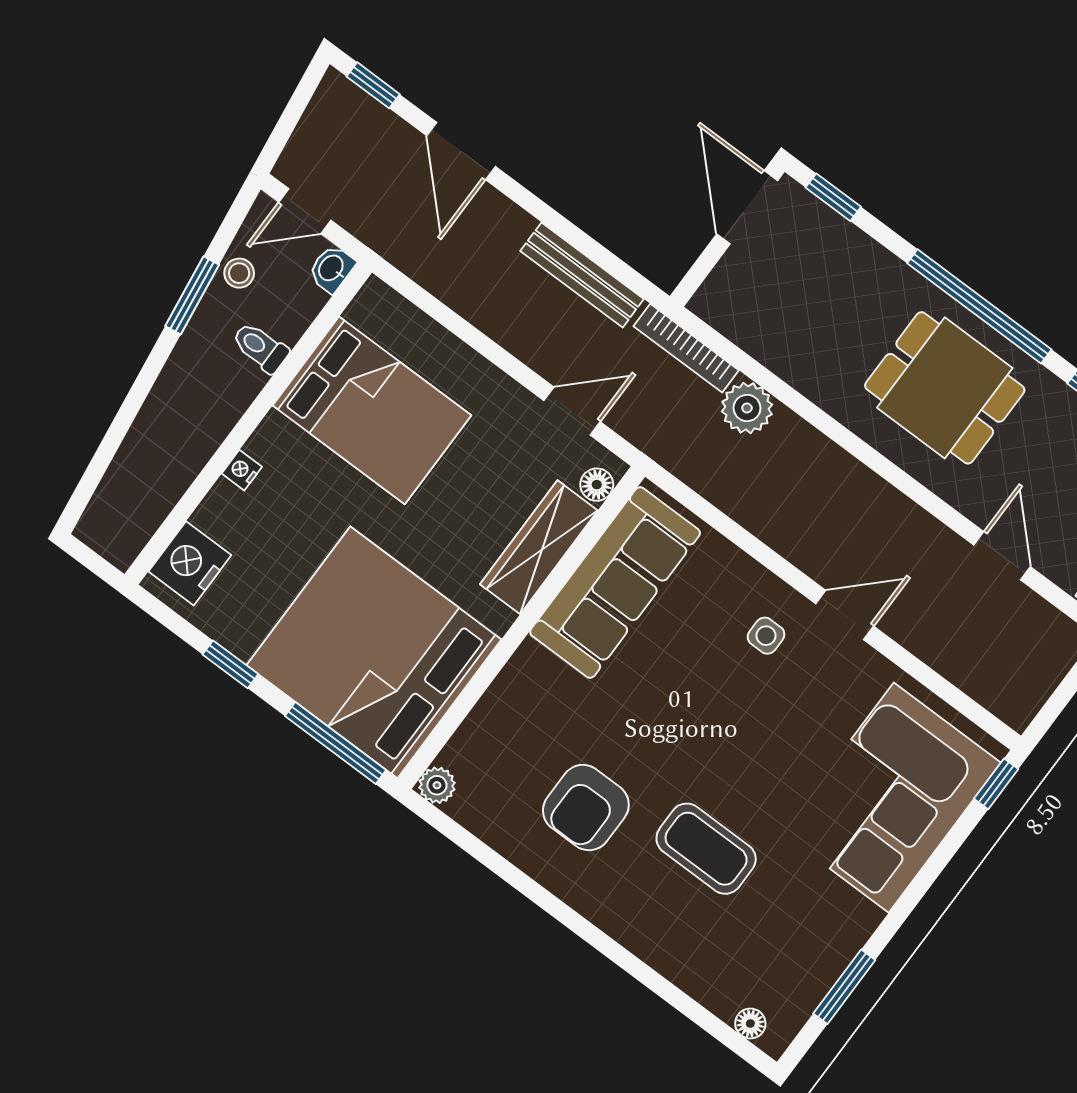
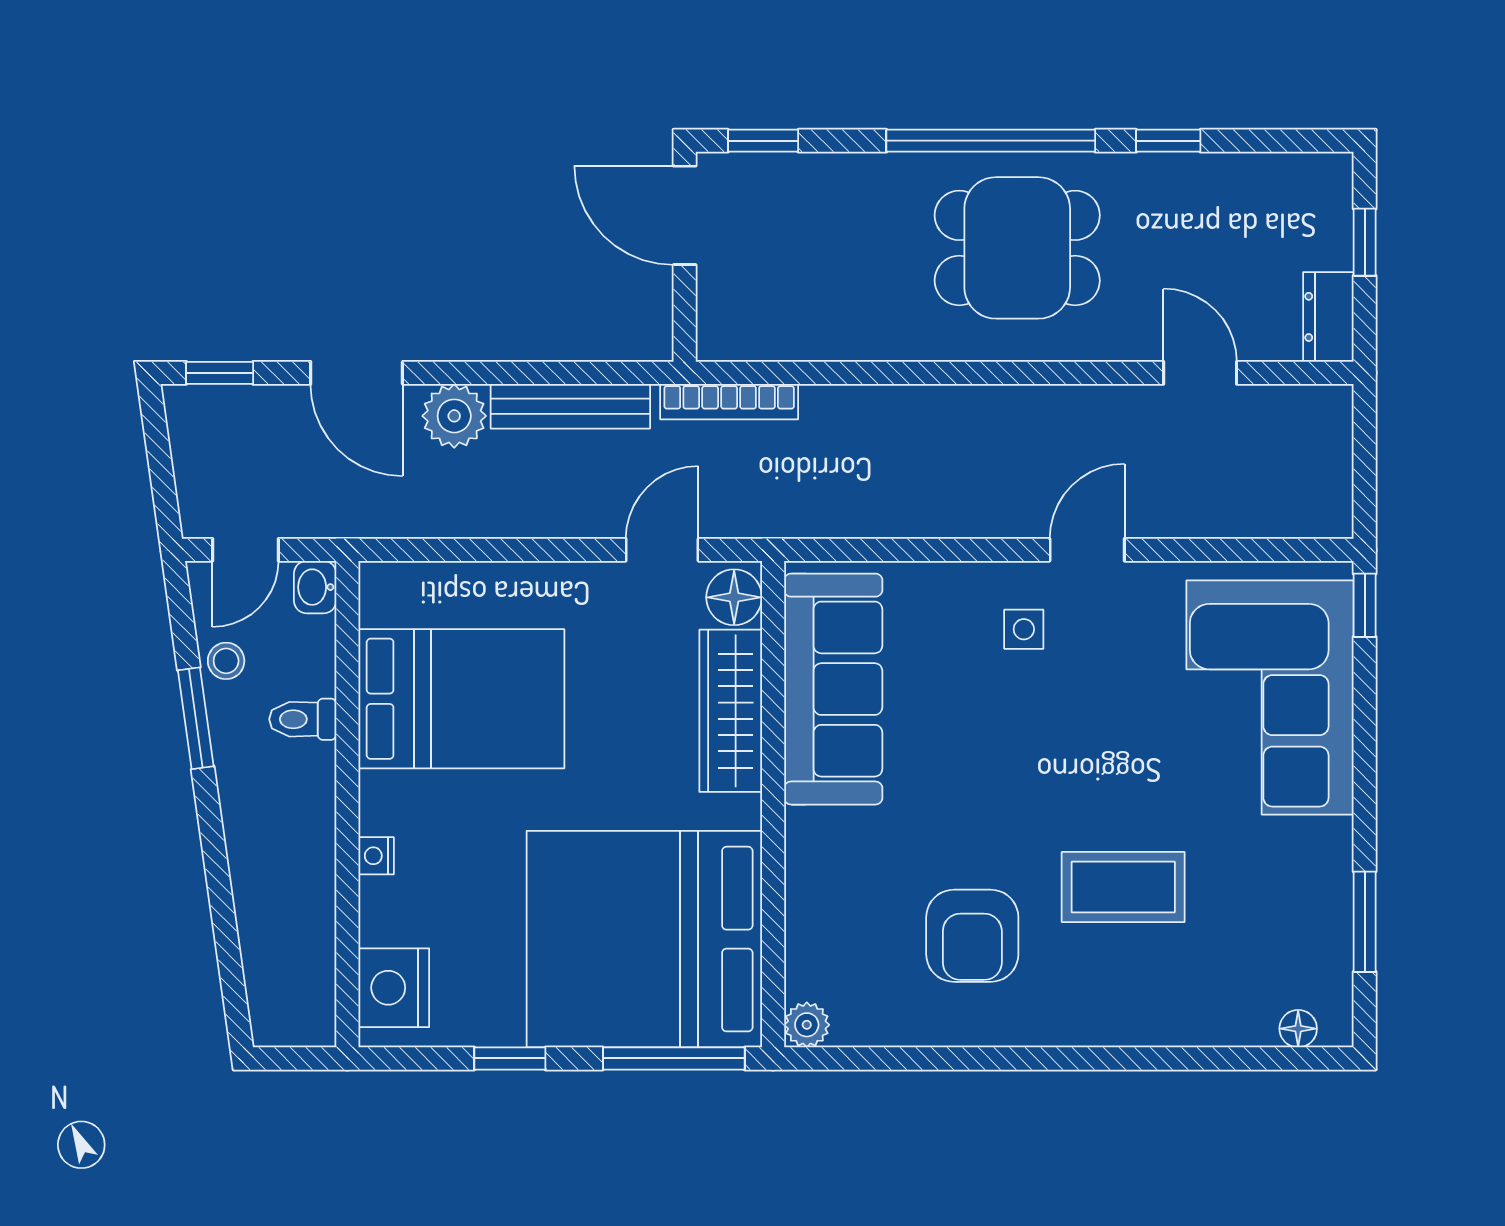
plant: (747, 408) -> (454, 416), moved
floor lamp: (597, 485) -> (734, 597), width x1.37, depth x1.37

